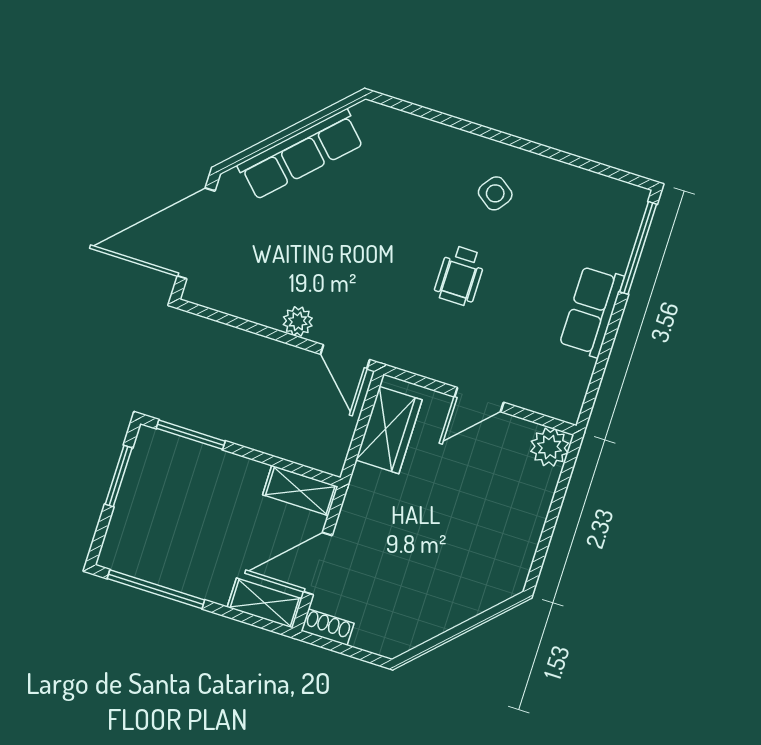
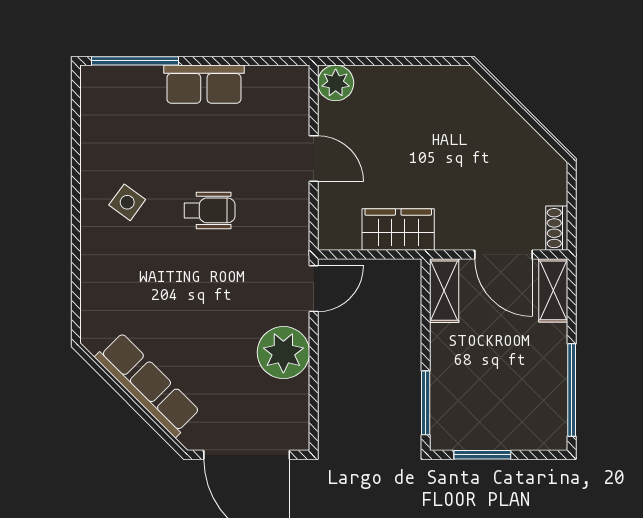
plant: (298, 321) -> (283, 353), width x1.88, depth x1.88
wardrobe: (389, 430) -> (398, 229), moved

